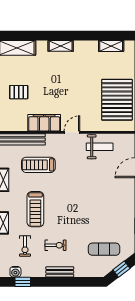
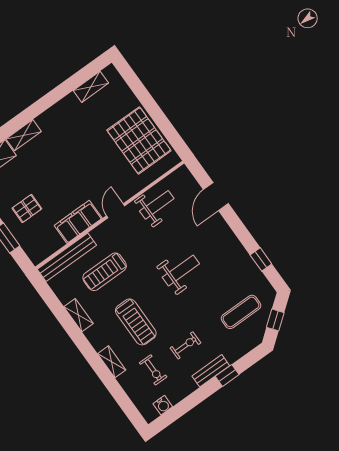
shelving: (61, 46) -> (24, 135), moved
weight bench: (86, 198) -> (181, 271), added
window: (23, 282) -> (227, 375), moved

